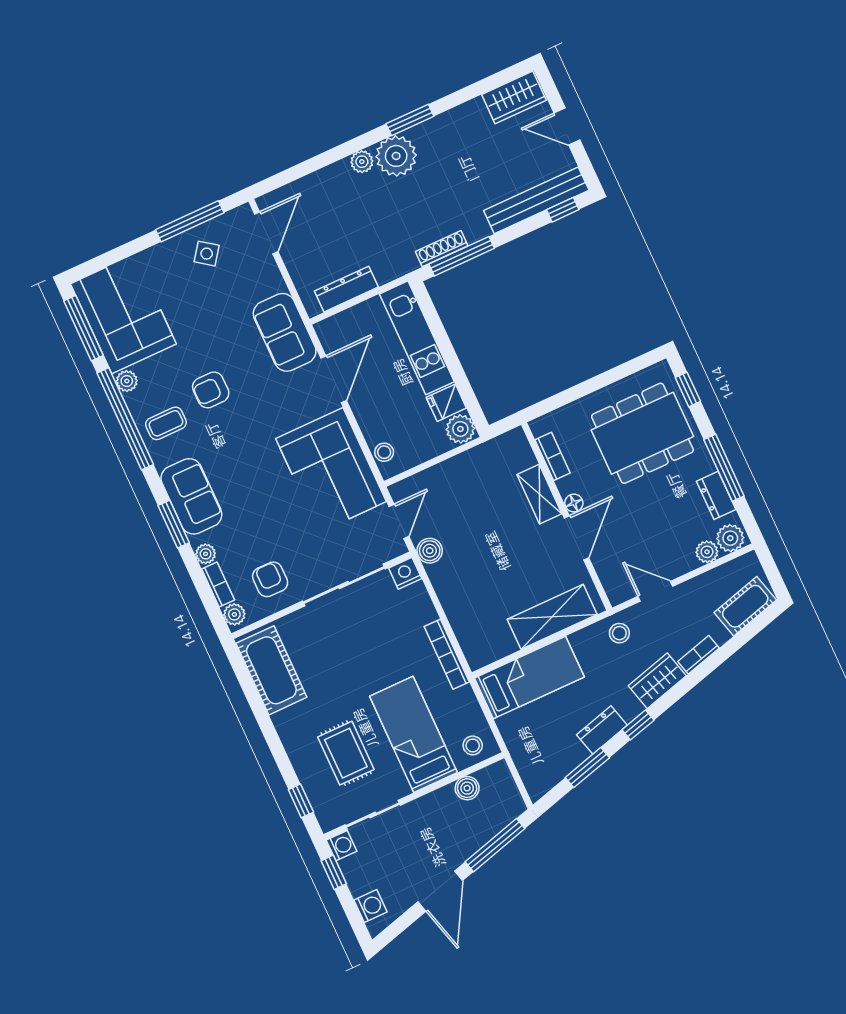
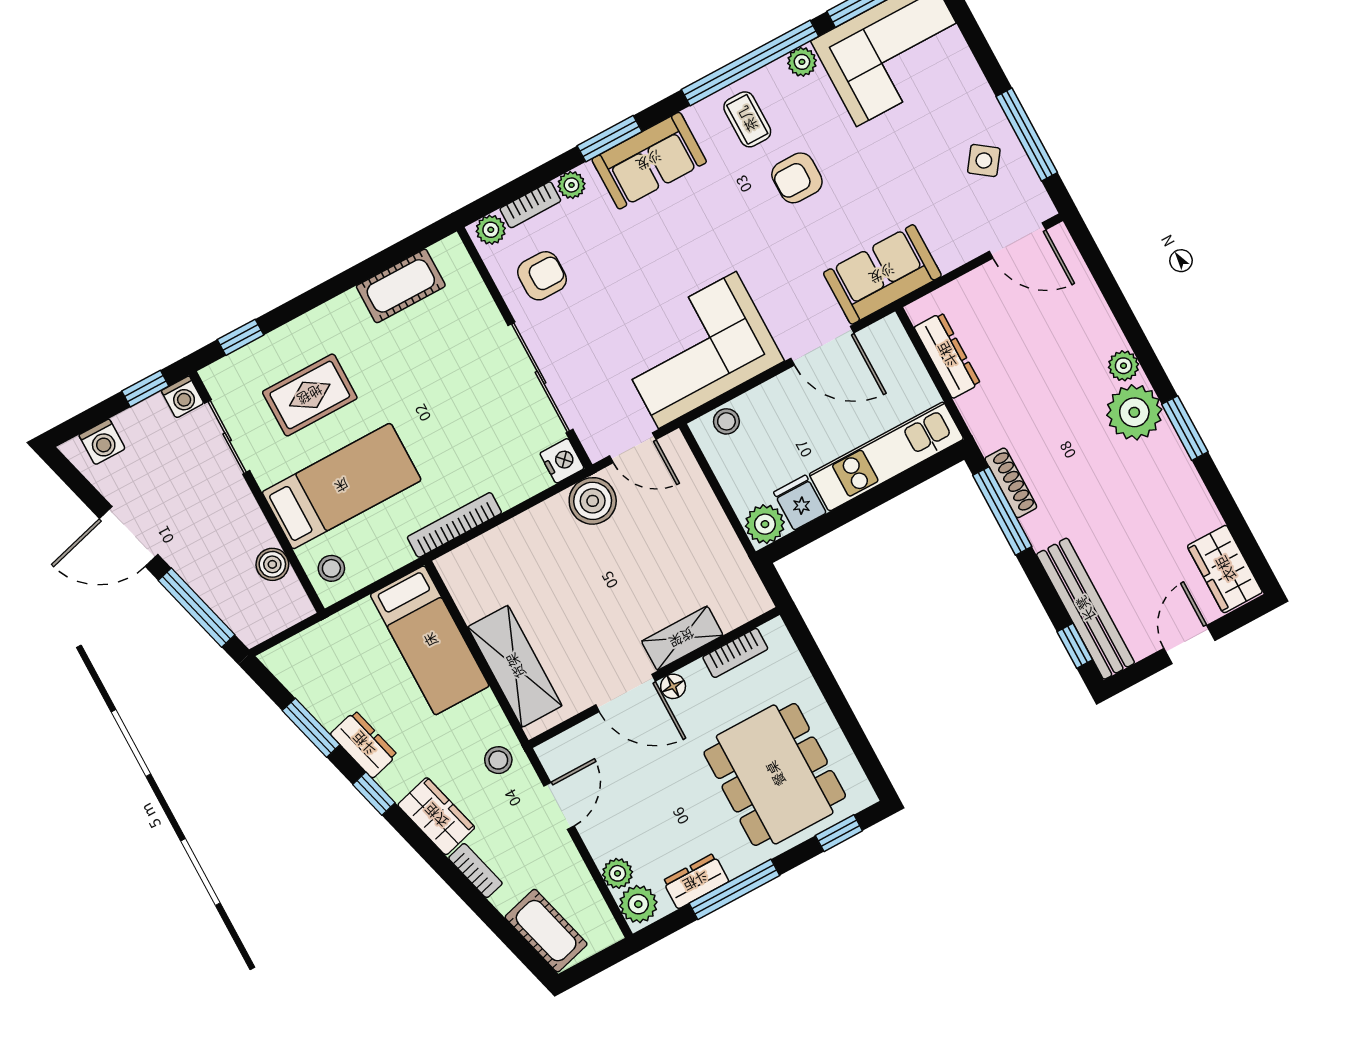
armchair: (211, 390) -> (797, 178), turned -90
boiler: (430, 551) -> (593, 501), width x1.36, depth x1.36
cot: (271, 670) -> (401, 286), width x0.73, depth x0.75

